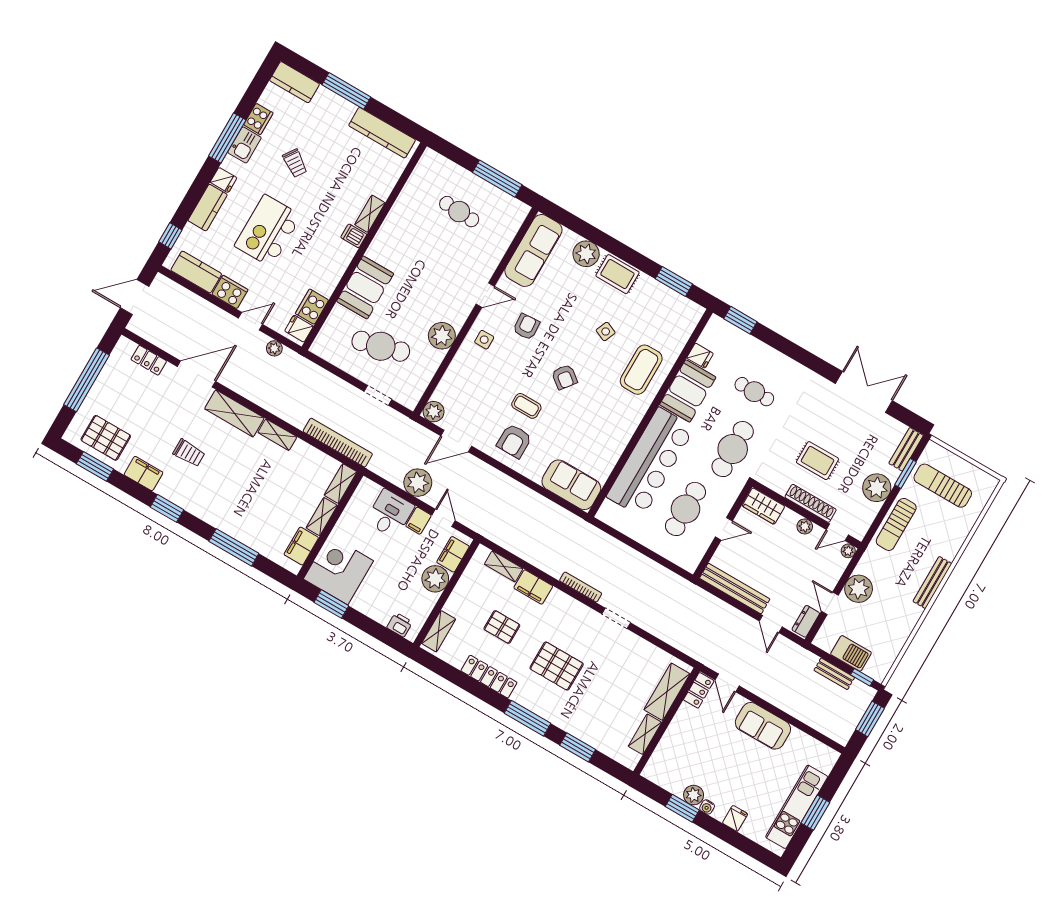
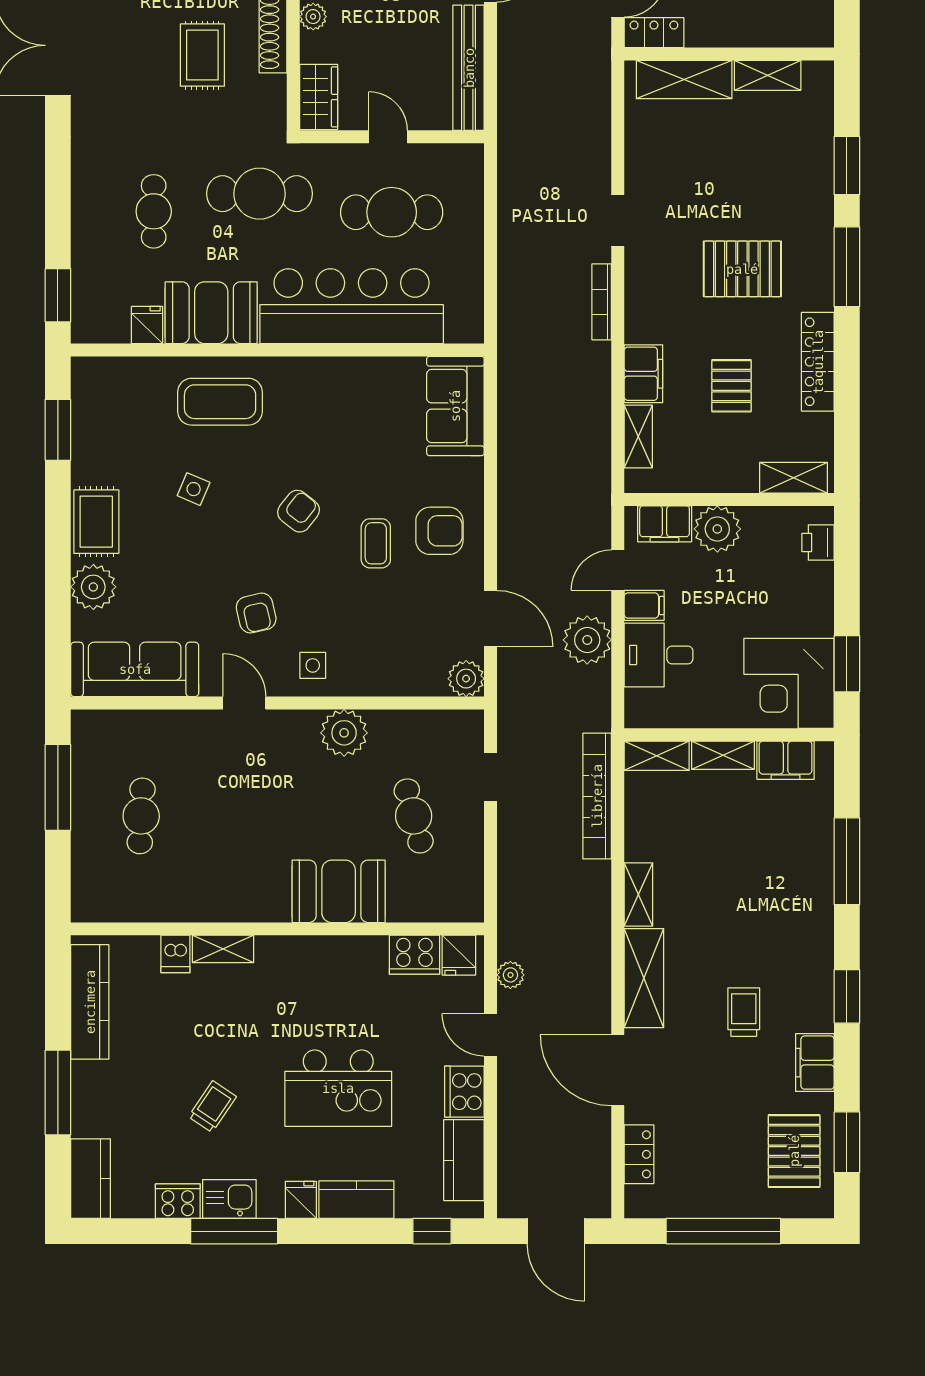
dishwasher: (354, 236) -> (175, 954), moved
armchair: (526, 327) -> (256, 613), turned -99
cafe table: (381, 346) -> (414, 816), width x0.73, depth x0.74
pallet: (557, 666) -> (742, 269), turned 90

